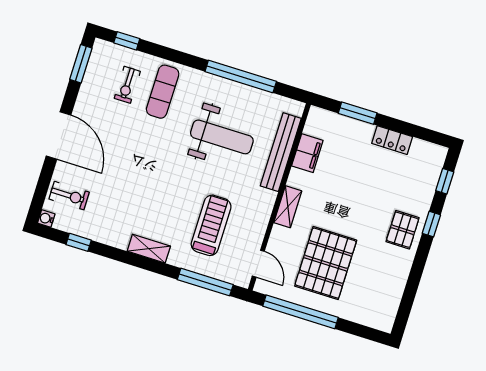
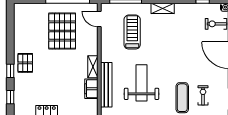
weight bench: (222, 137) -> (142, 83), turned 90
shelving: (288, 207) -> (93, 67), moved
treadmill: (211, 225) -> (132, 32), turned 180

